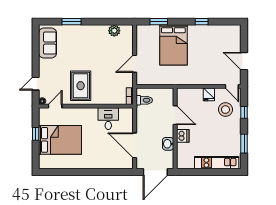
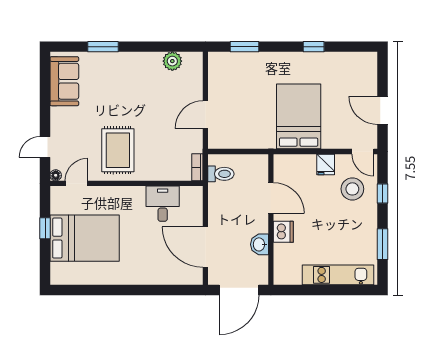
bed: (173, 45) -> (299, 116), moved, turned 180

